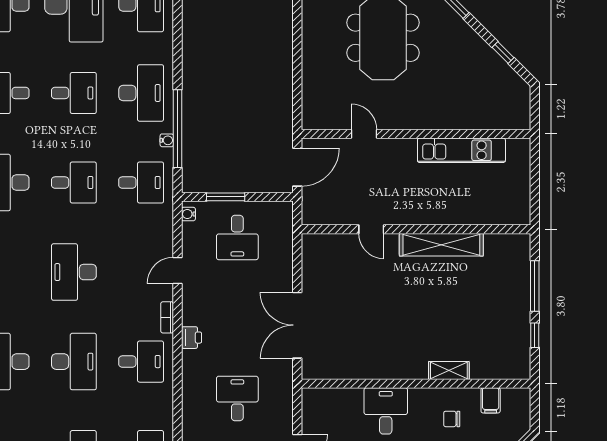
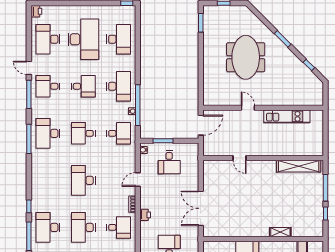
door: (364, 134) -> (248, 108), moved
desk: (74, 183) -> (83, 133), turned 180
shelving: (441, 245) -> (299, 166), moved
desk: (74, 362) -> (83, 227), turned 180

